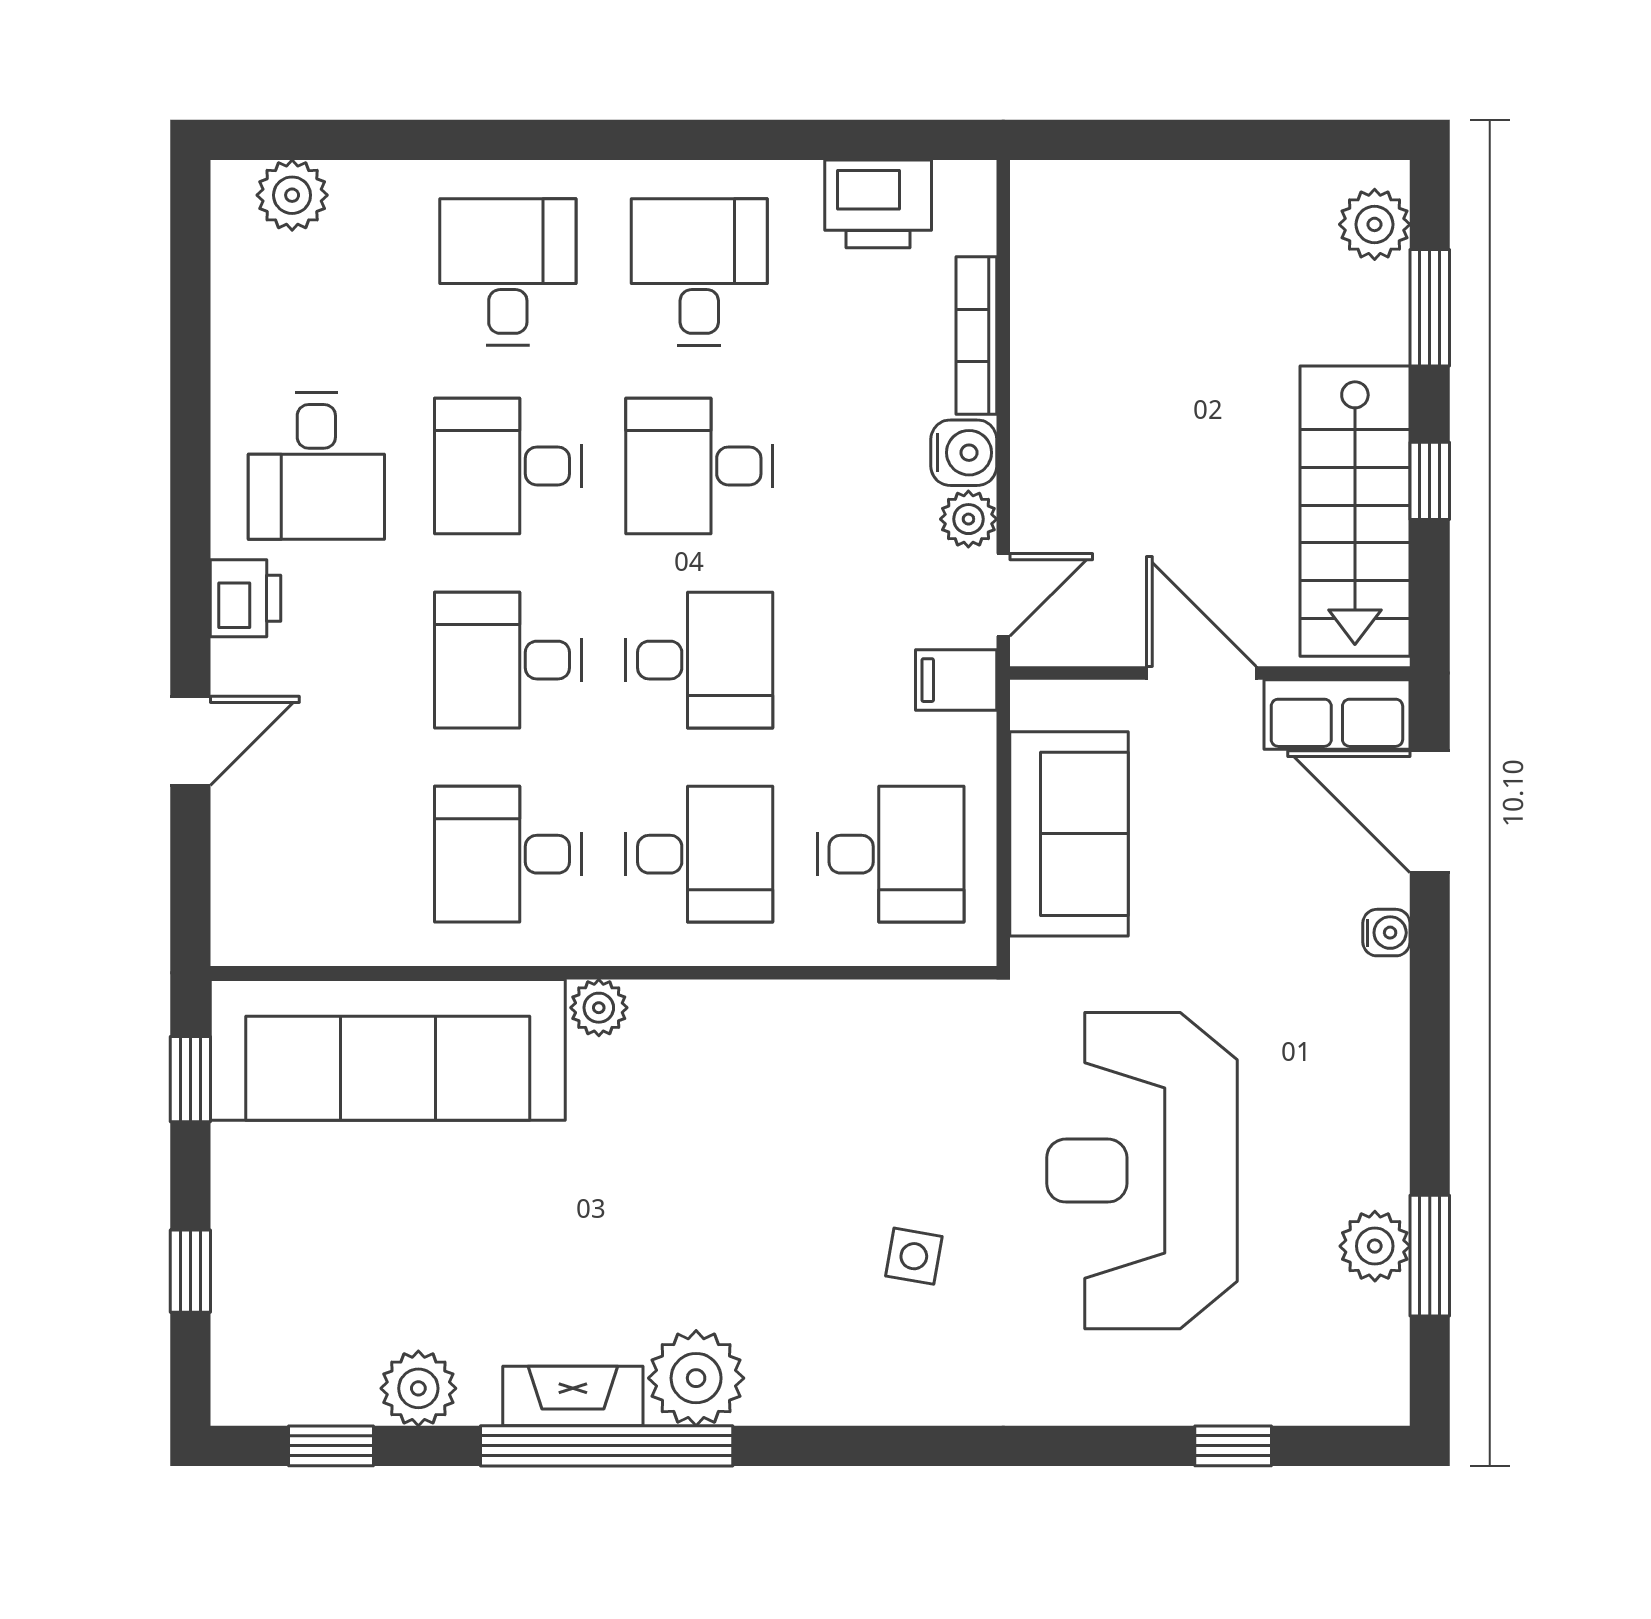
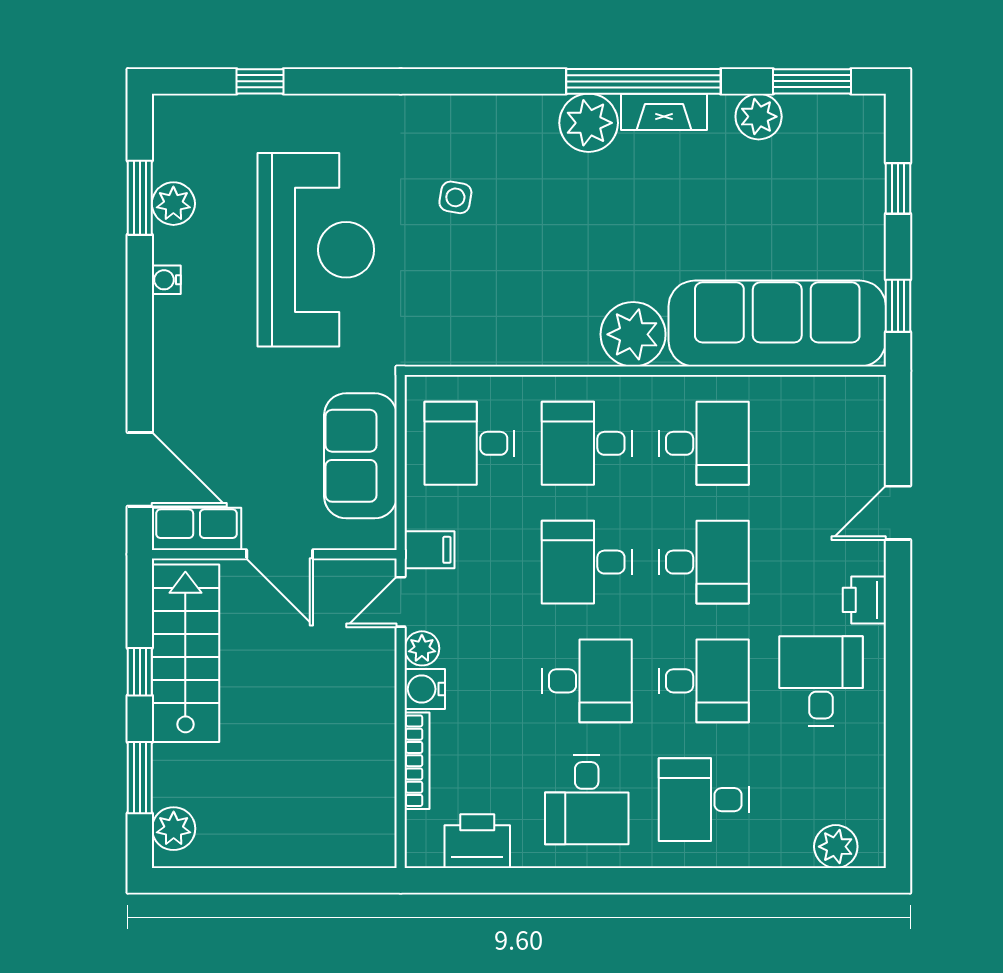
desk: (508, 272) -> (704, 800), turned 90
water cooler: (1386, 933) -> (166, 280), moved
plant: (599, 1008) -> (633, 334), width x1.87, depth x1.87
window: (331, 1446) -> (812, 81), width x1.50

